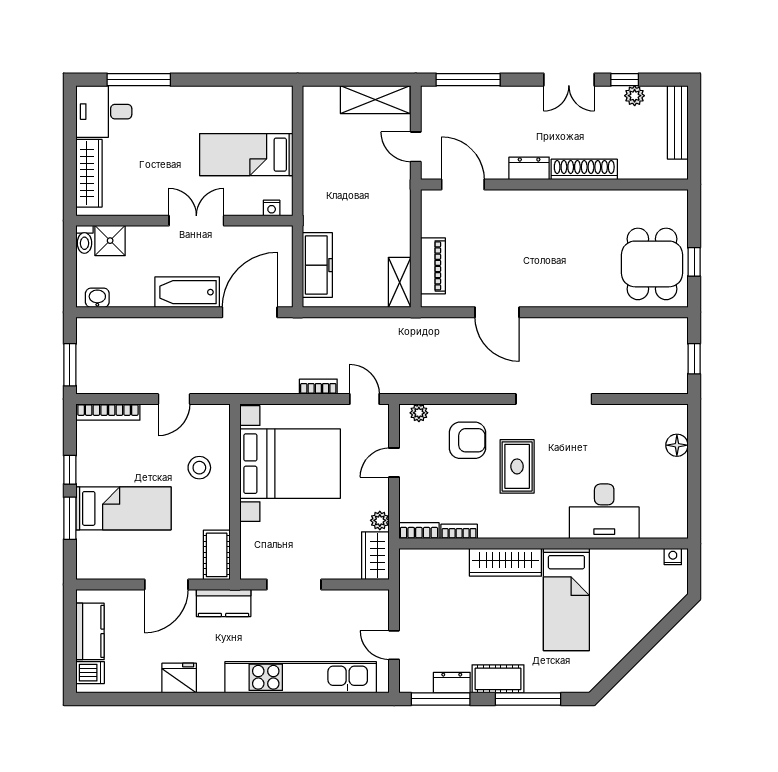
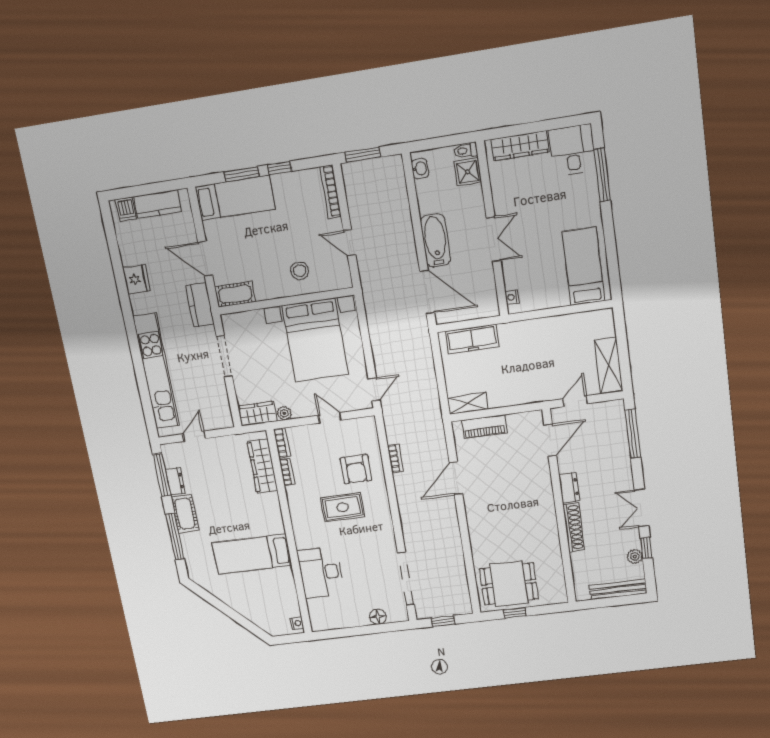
bed: (246, 155) -> (584, 266), moved
bookcase: (318, 387) -> (395, 459), moved
doorway: (554, 399) -> (406, 579), moved
plant: (419, 413) -> (370, 431), removed
bed: (123, 508) -> (235, 198), moved, turned -90
wardrobe: (505, 562) -> (263, 466), moved

